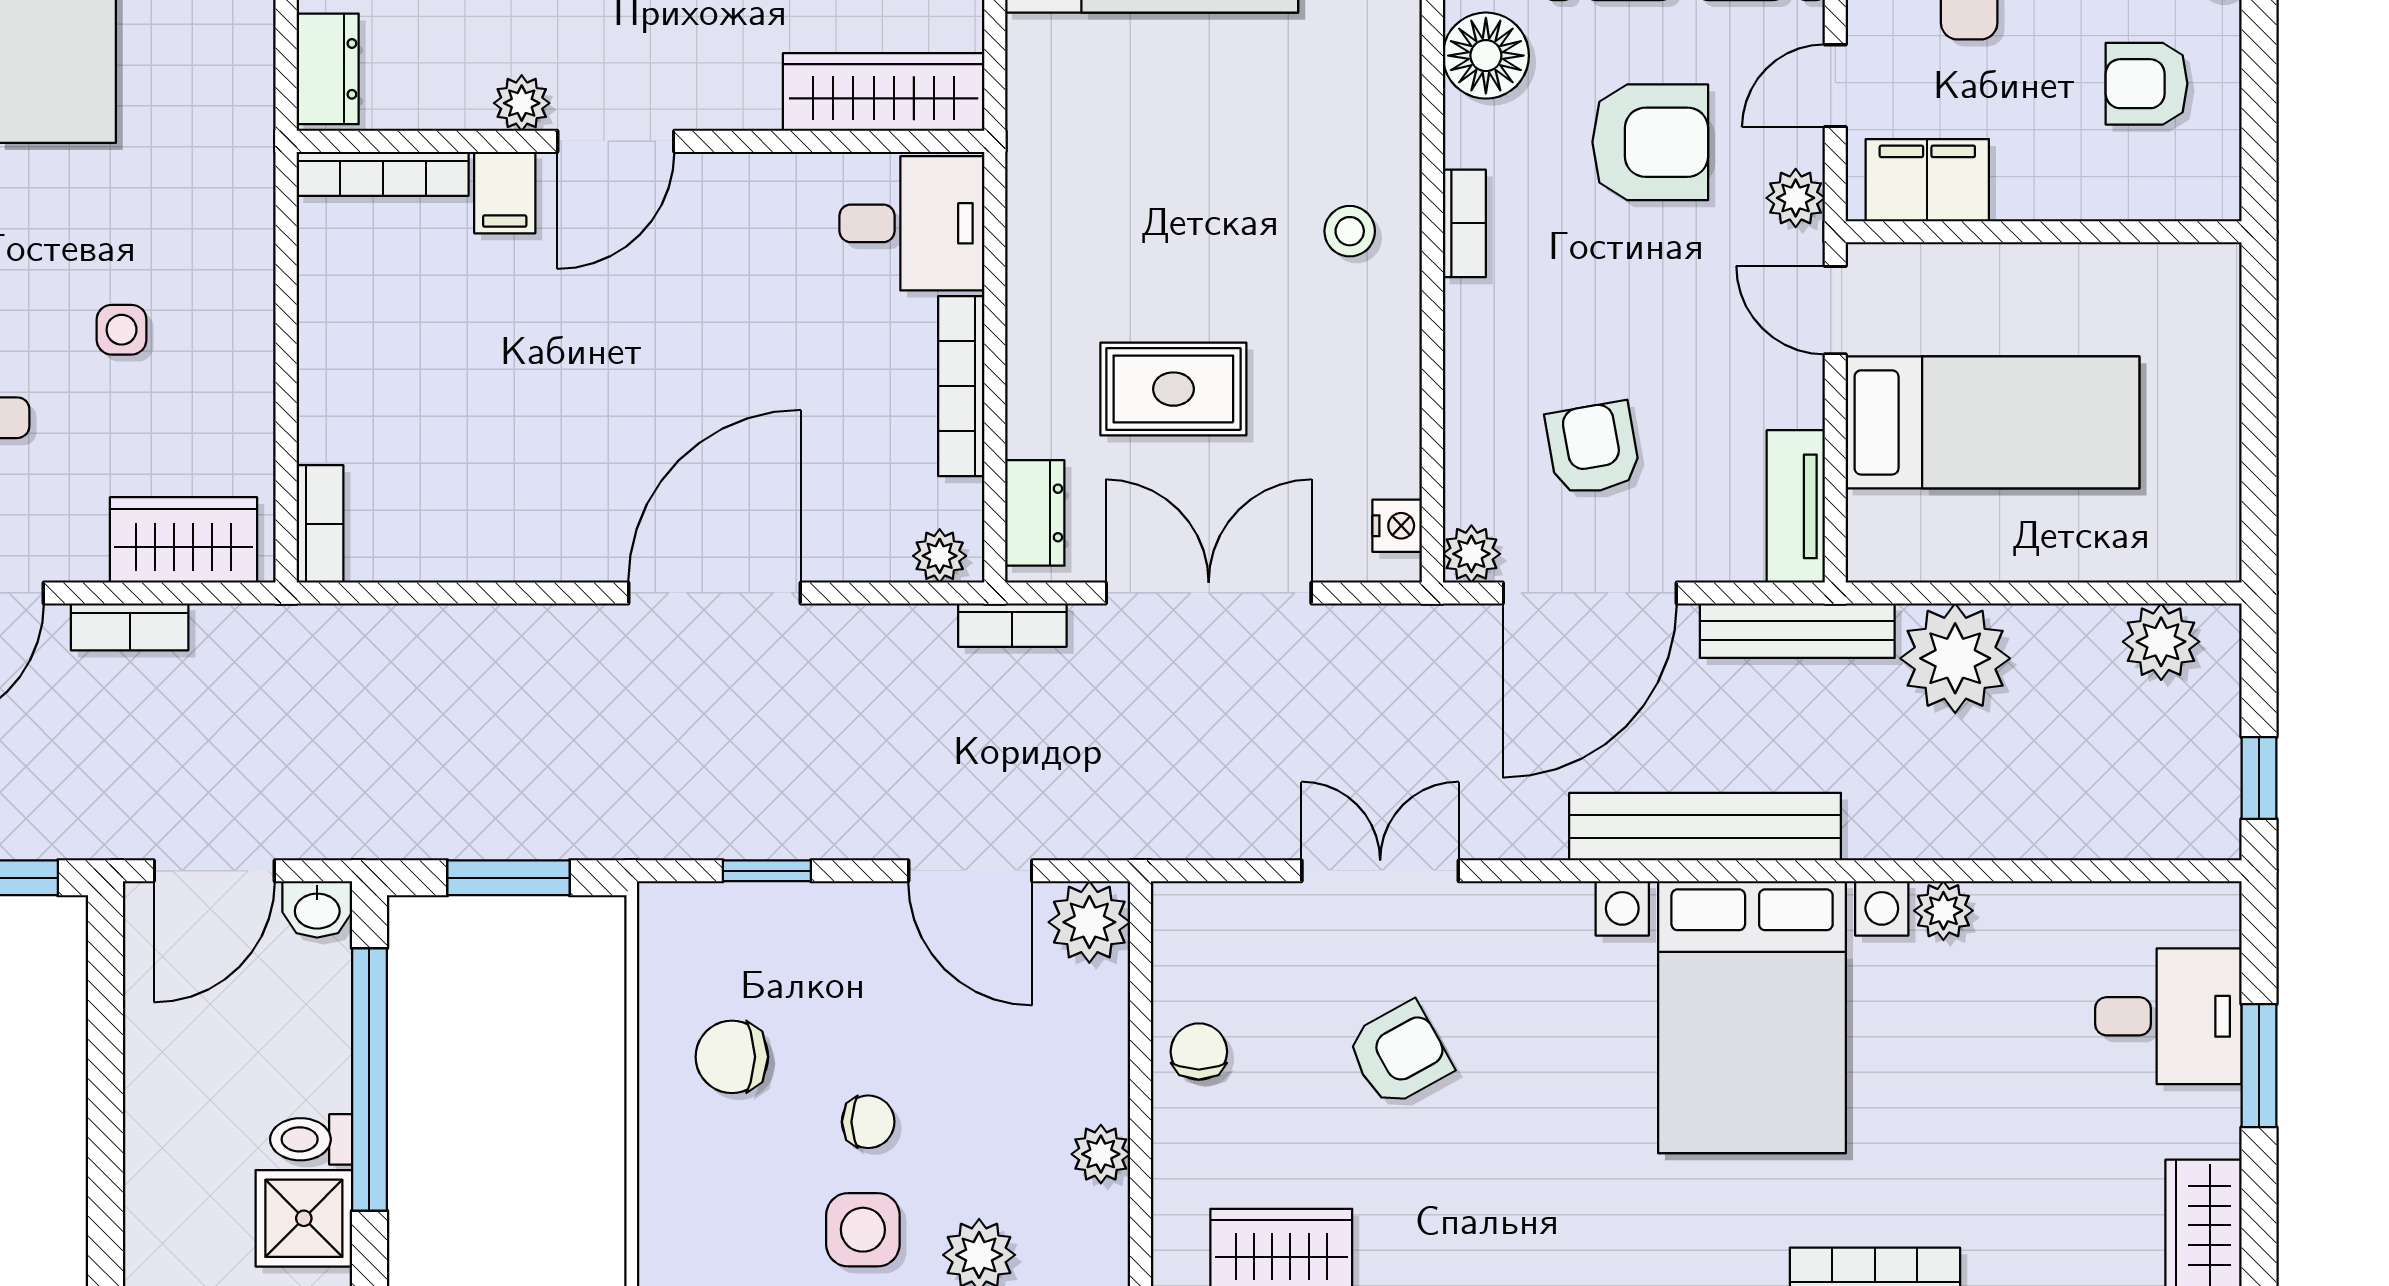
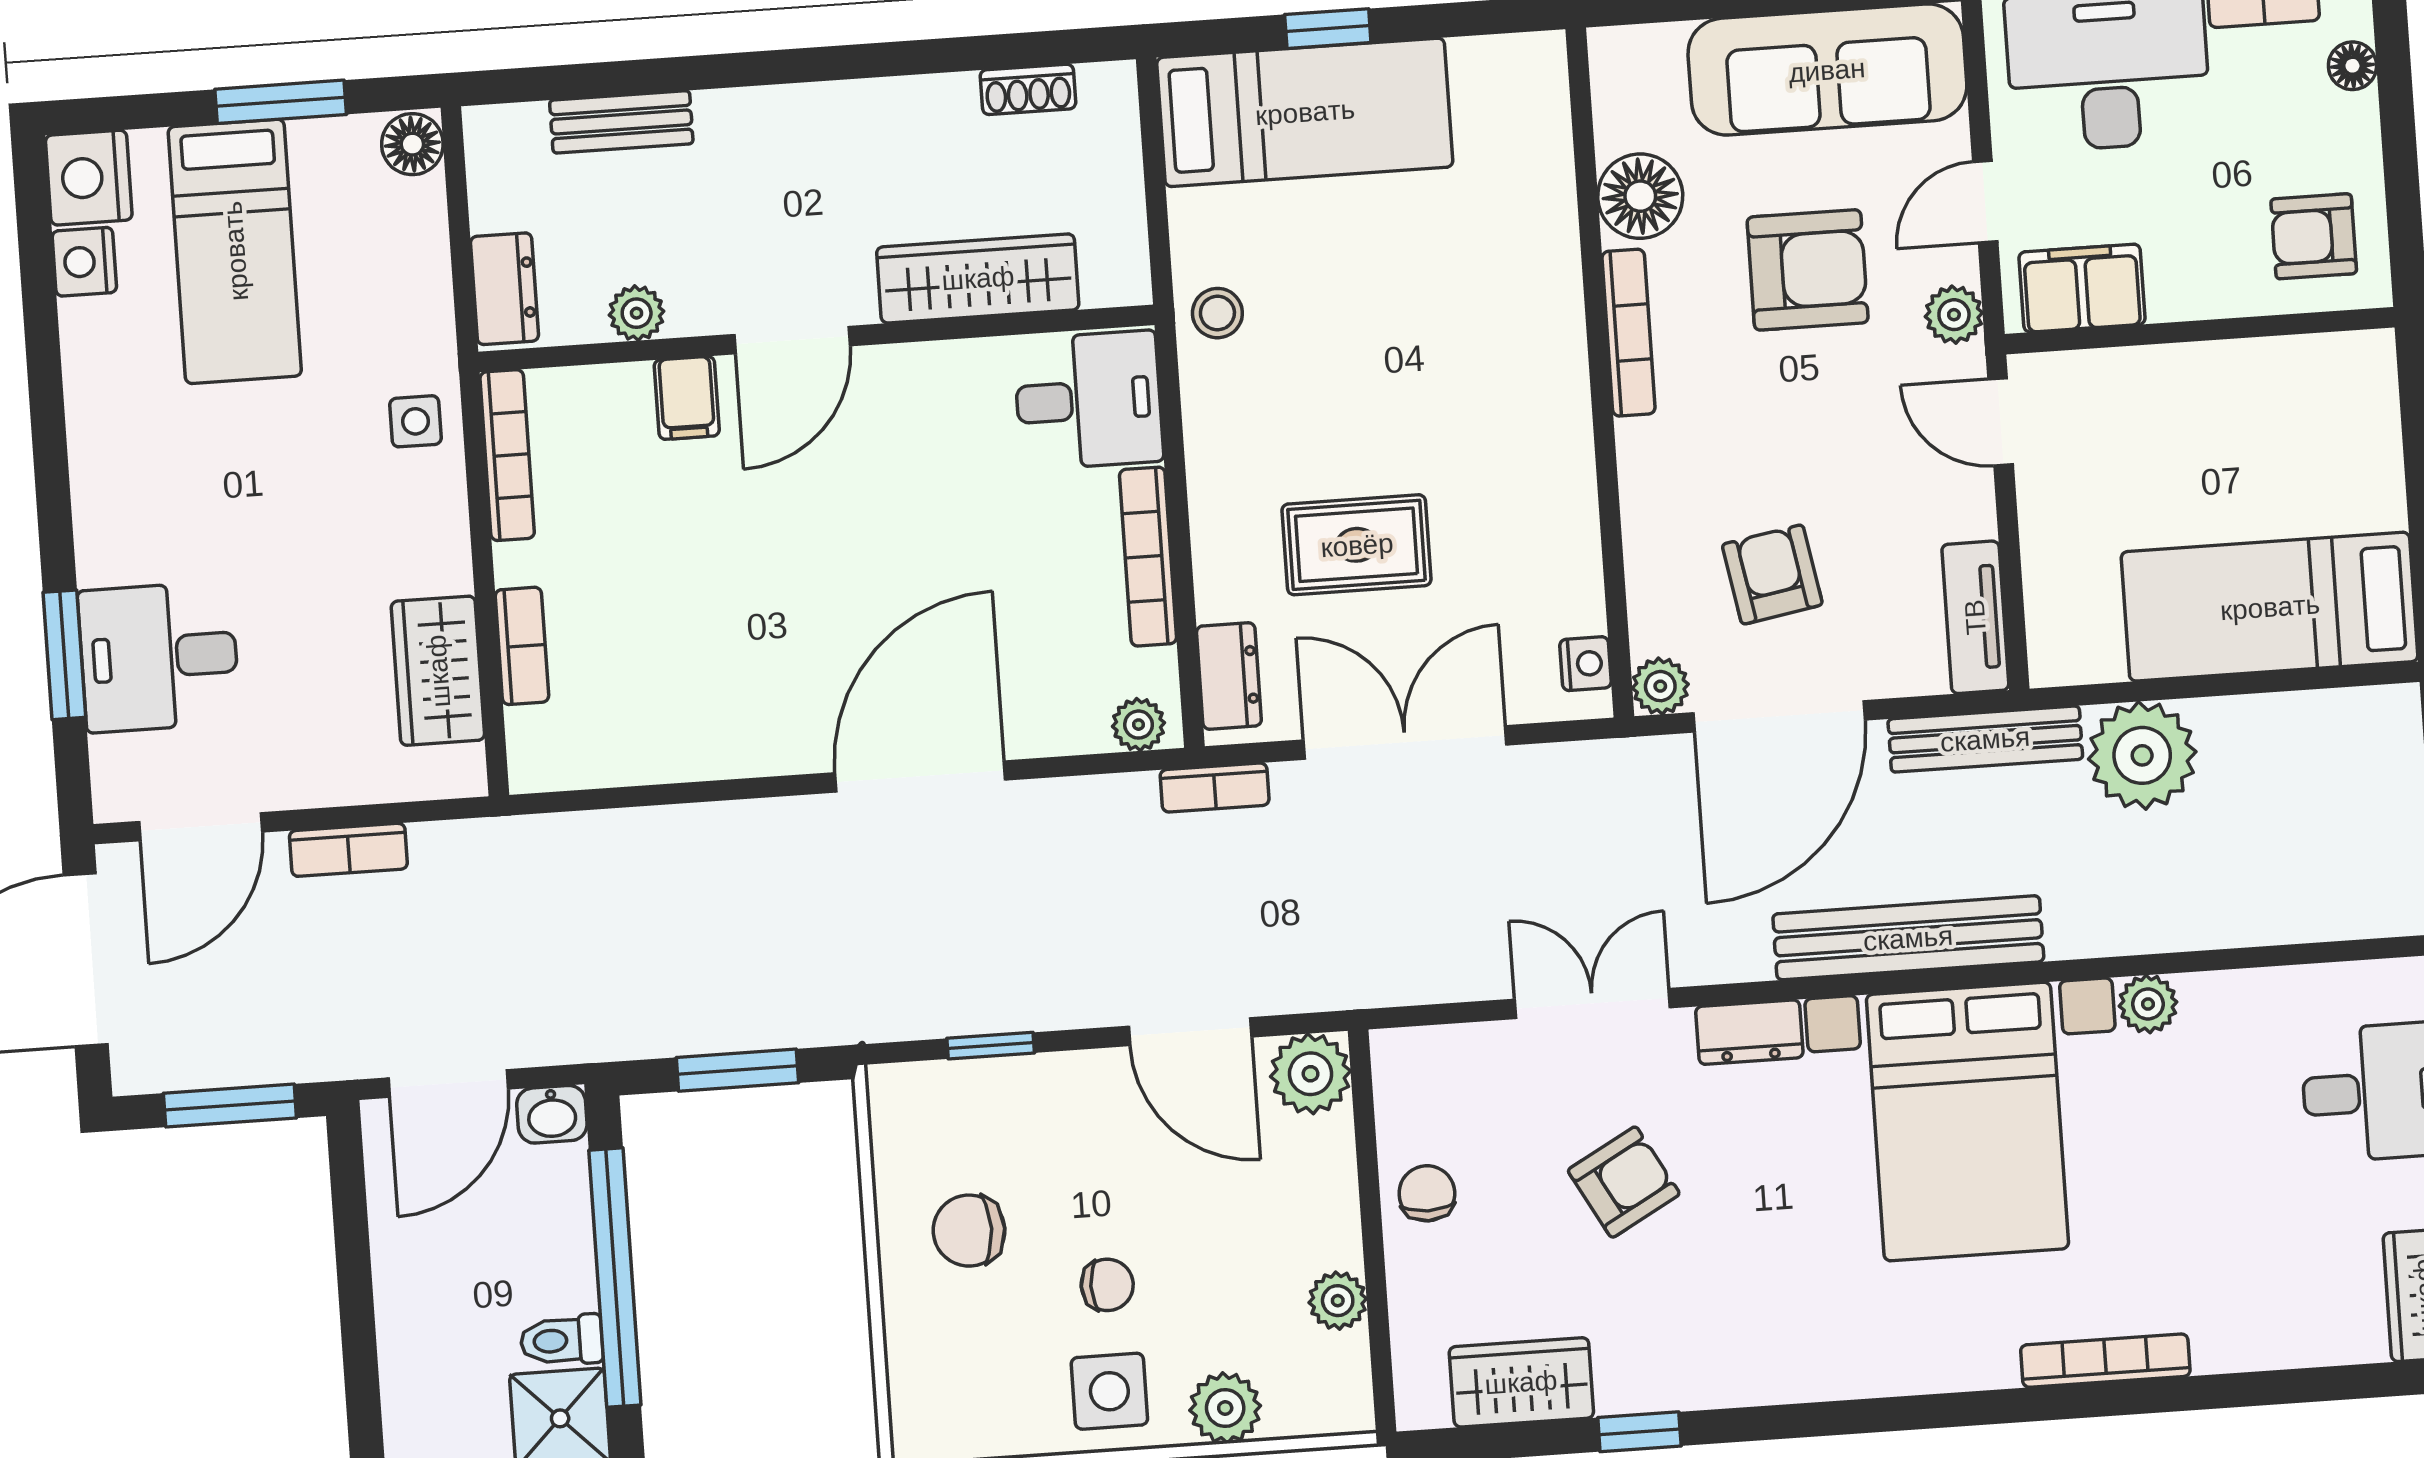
armchair: (2147, 84) -> (2314, 236), moved
wardrobe: (884, 92) -> (978, 278), moved
plant: (522, 103) -> (637, 313), moved
bookcase: (383, 174) -> (507, 455), moved, turned -90
bookcase: (1464, 223) -> (1628, 333), width x1.56
stool: (1350, 231) -> (1217, 313), moved
side table: (122, 330) -> (415, 421), moved
bed: (1993, 422) -> (2270, 607), moved, turned 180
bookcase: (320, 524) -> (522, 646), moved
wardrobe: (183, 540) -> (438, 671), moved, turned -90
plant: (2161, 642) -> (2343, 725), removed
dresser: (1537, 911) -> (1749, 1032), added

